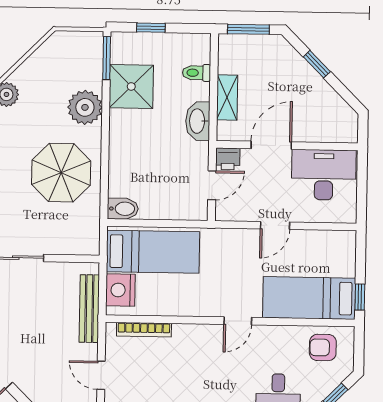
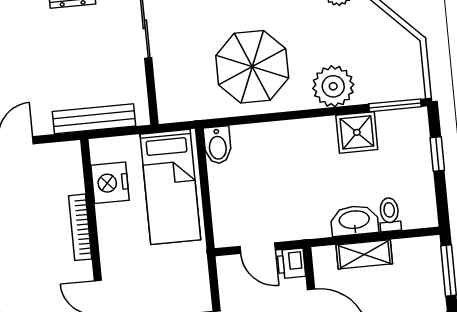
shower: (131, 86) -> (357, 132), width x0.73, depth x0.73
washbasin: (198, 121) -> (354, 220), moved
nightstand: (120, 290) -> (110, 183), moved, turned -90
bookcase: (144, 330) -> (80, 227), moved

